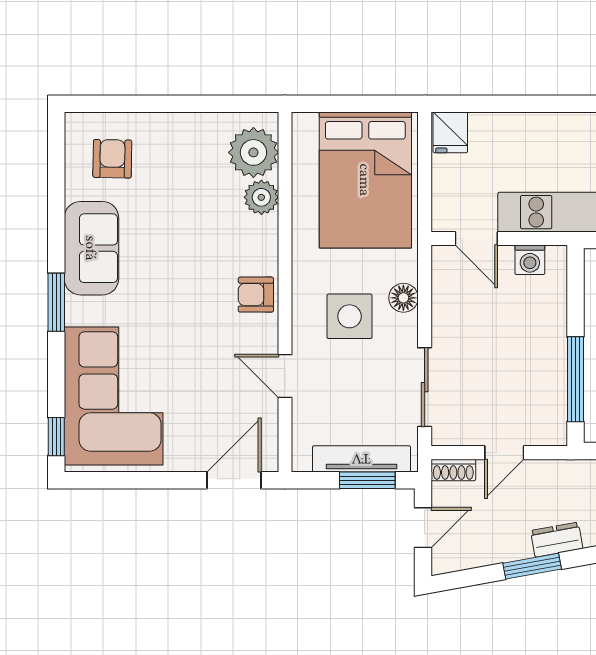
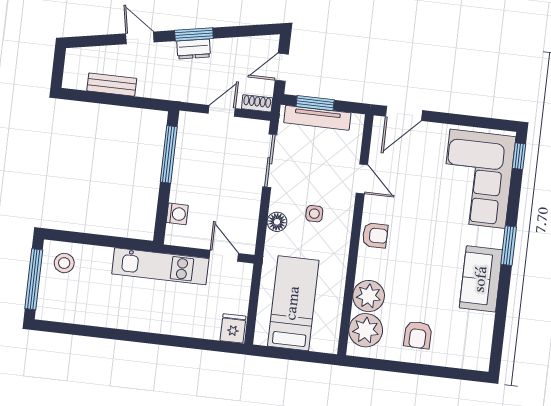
armchair: (112, 159) -> (418, 335), moved
bed: (365, 180) -> (293, 303), width x0.67
plant: (261, 197) -> (369, 296), width x1.36, depth x1.36
washing machine: (530, 260) -> (177, 214), moved, turned 90
side table: (350, 316) -> (314, 214), width x0.54, depth x0.54
window: (532, 566) -> (194, 34), moved

